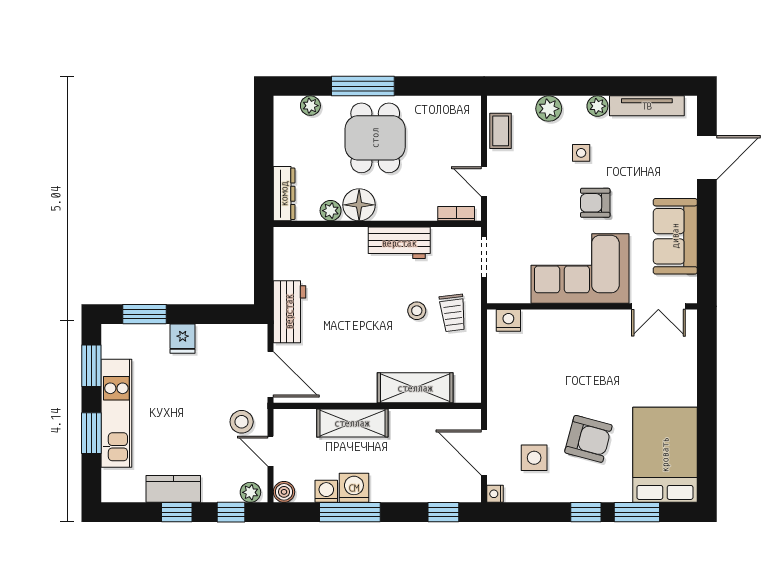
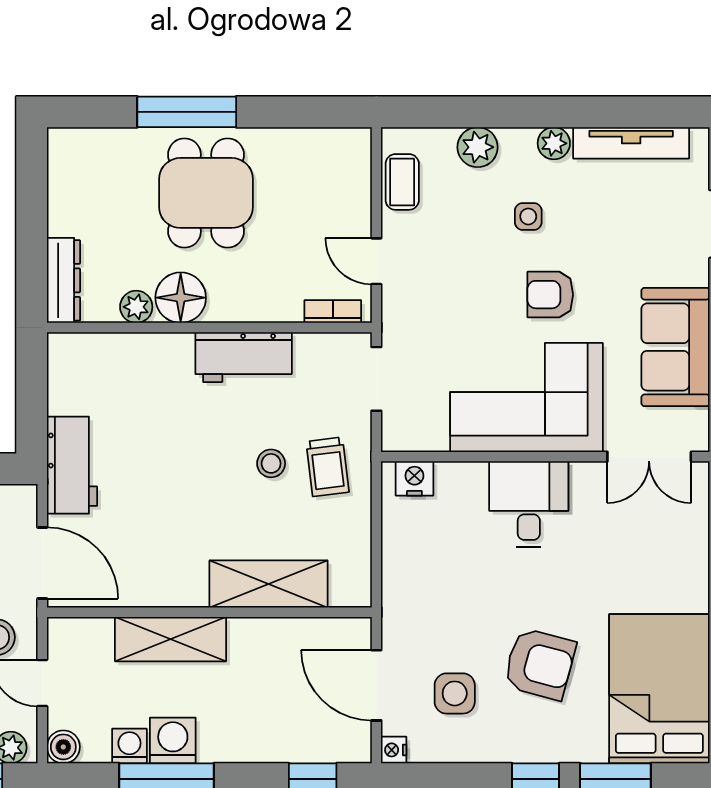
plant: (310, 106) -> (105, 143), removed
desk: (581, 337) -> (529, 504), added

